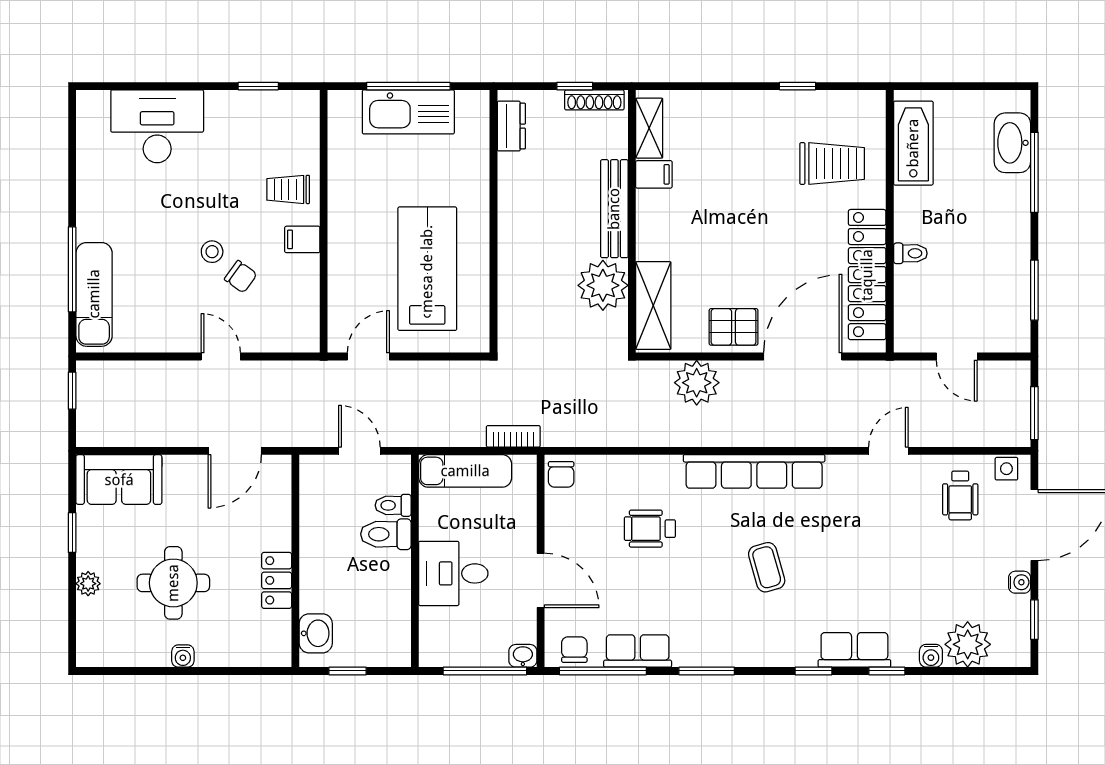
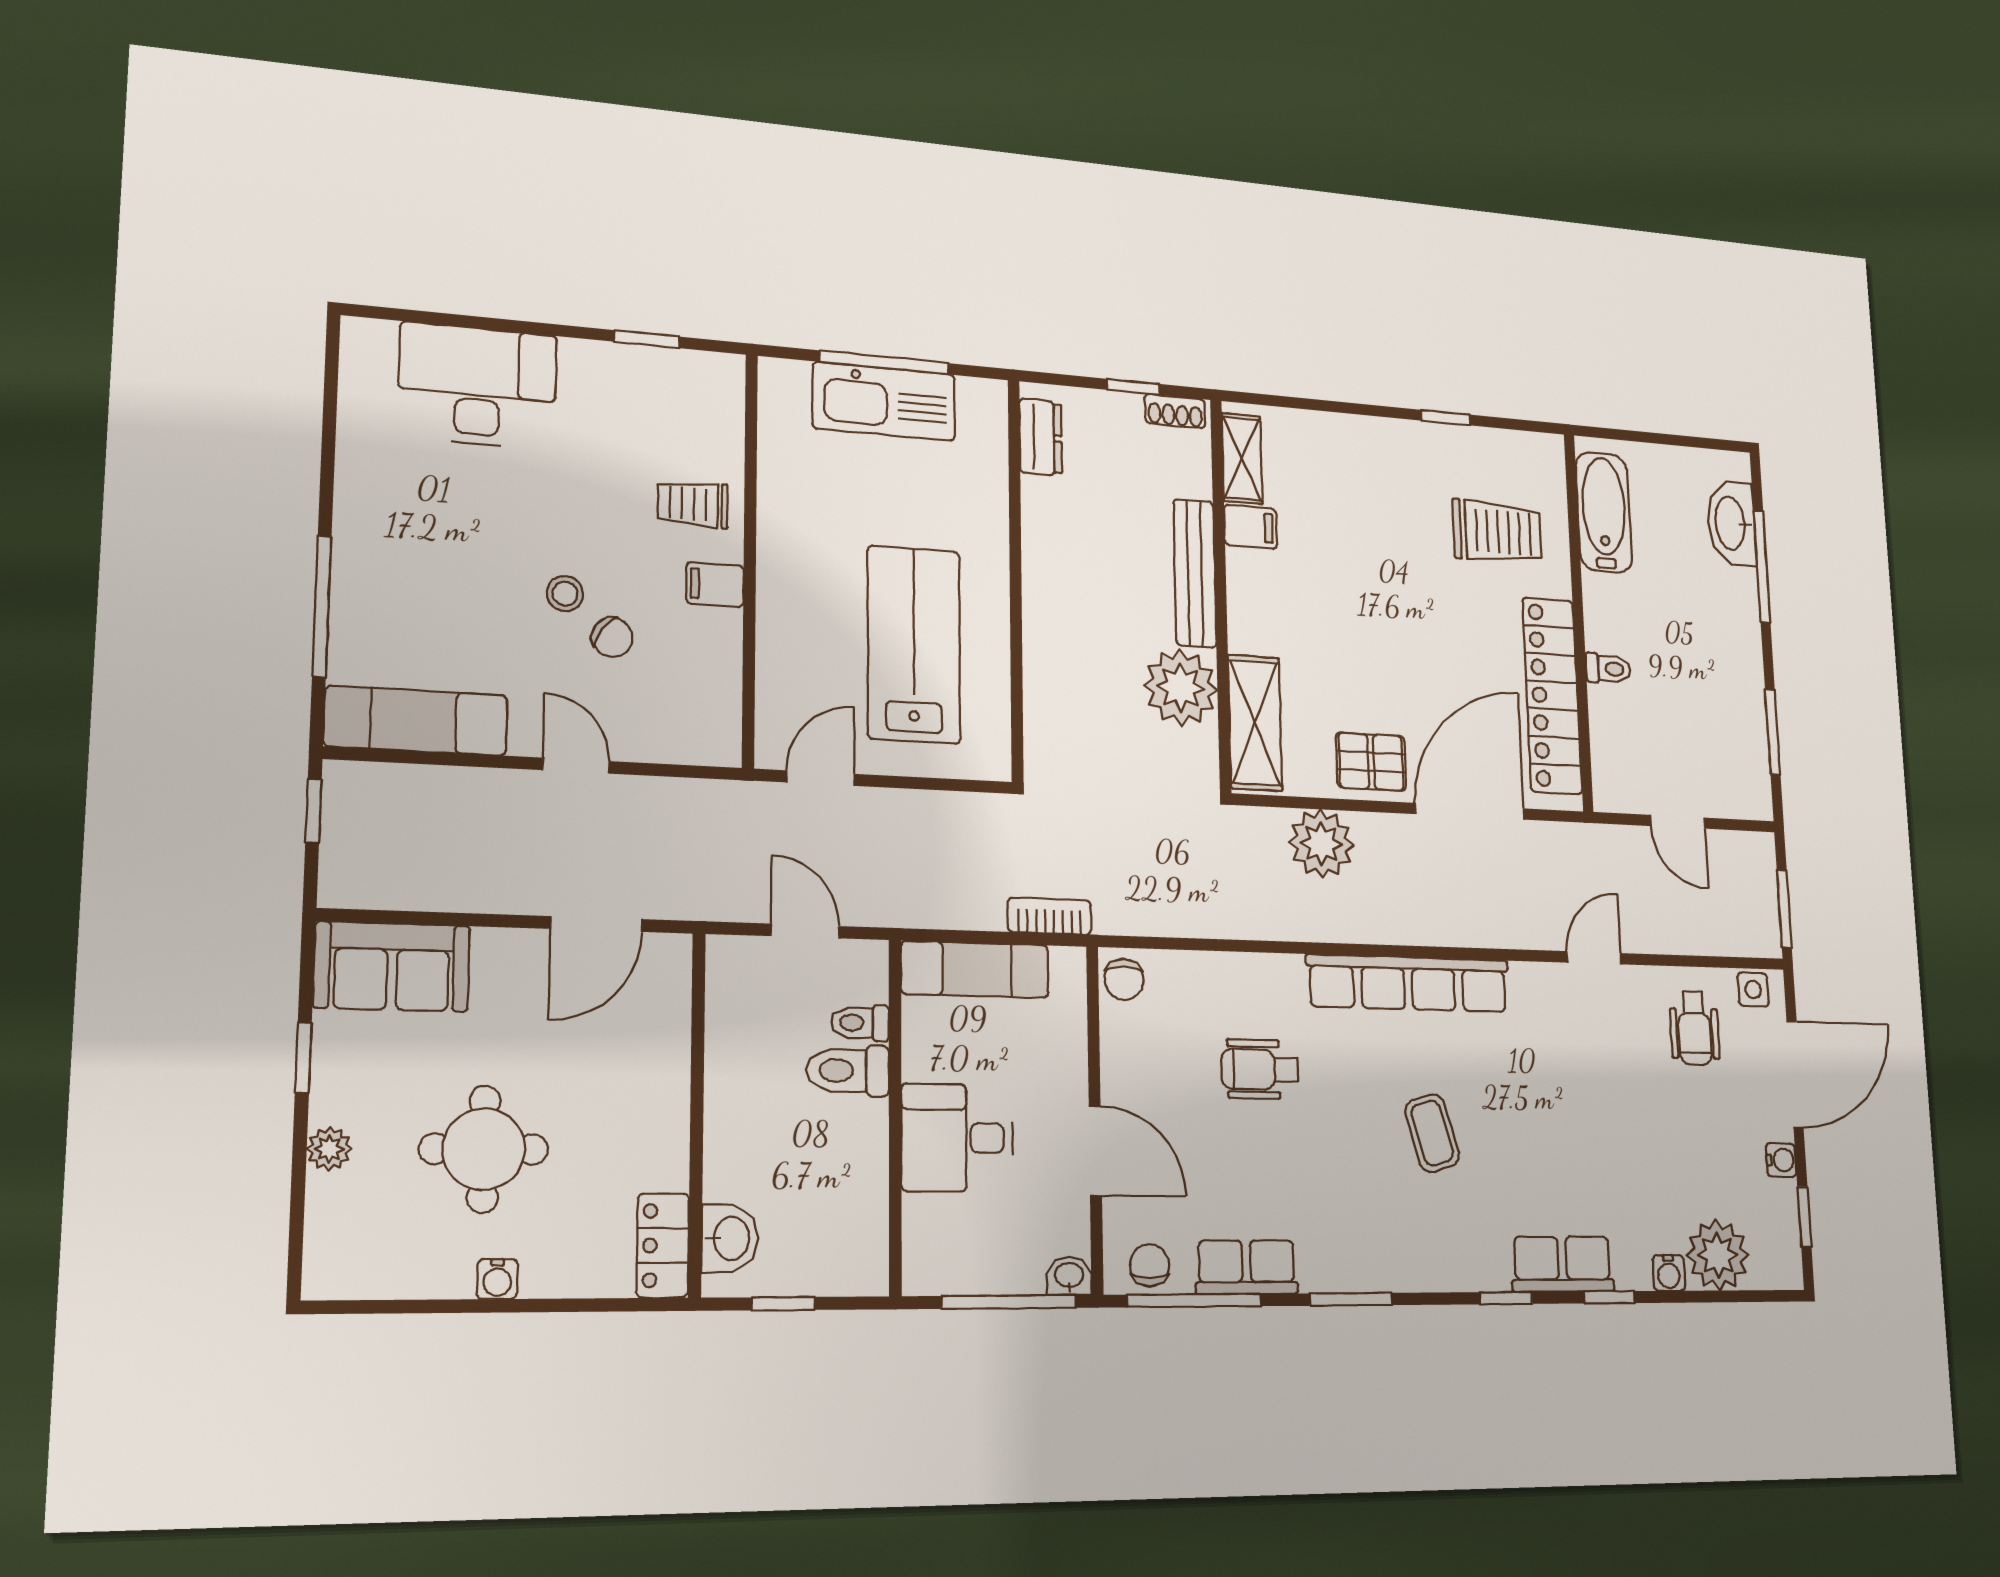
shoe rack: (594, 100) -> (1175, 411), width x0.70
exam couch: (94, 294) -> (416, 721), moved, turned -90
locker: (277, 580) -> (663, 1245), moved

